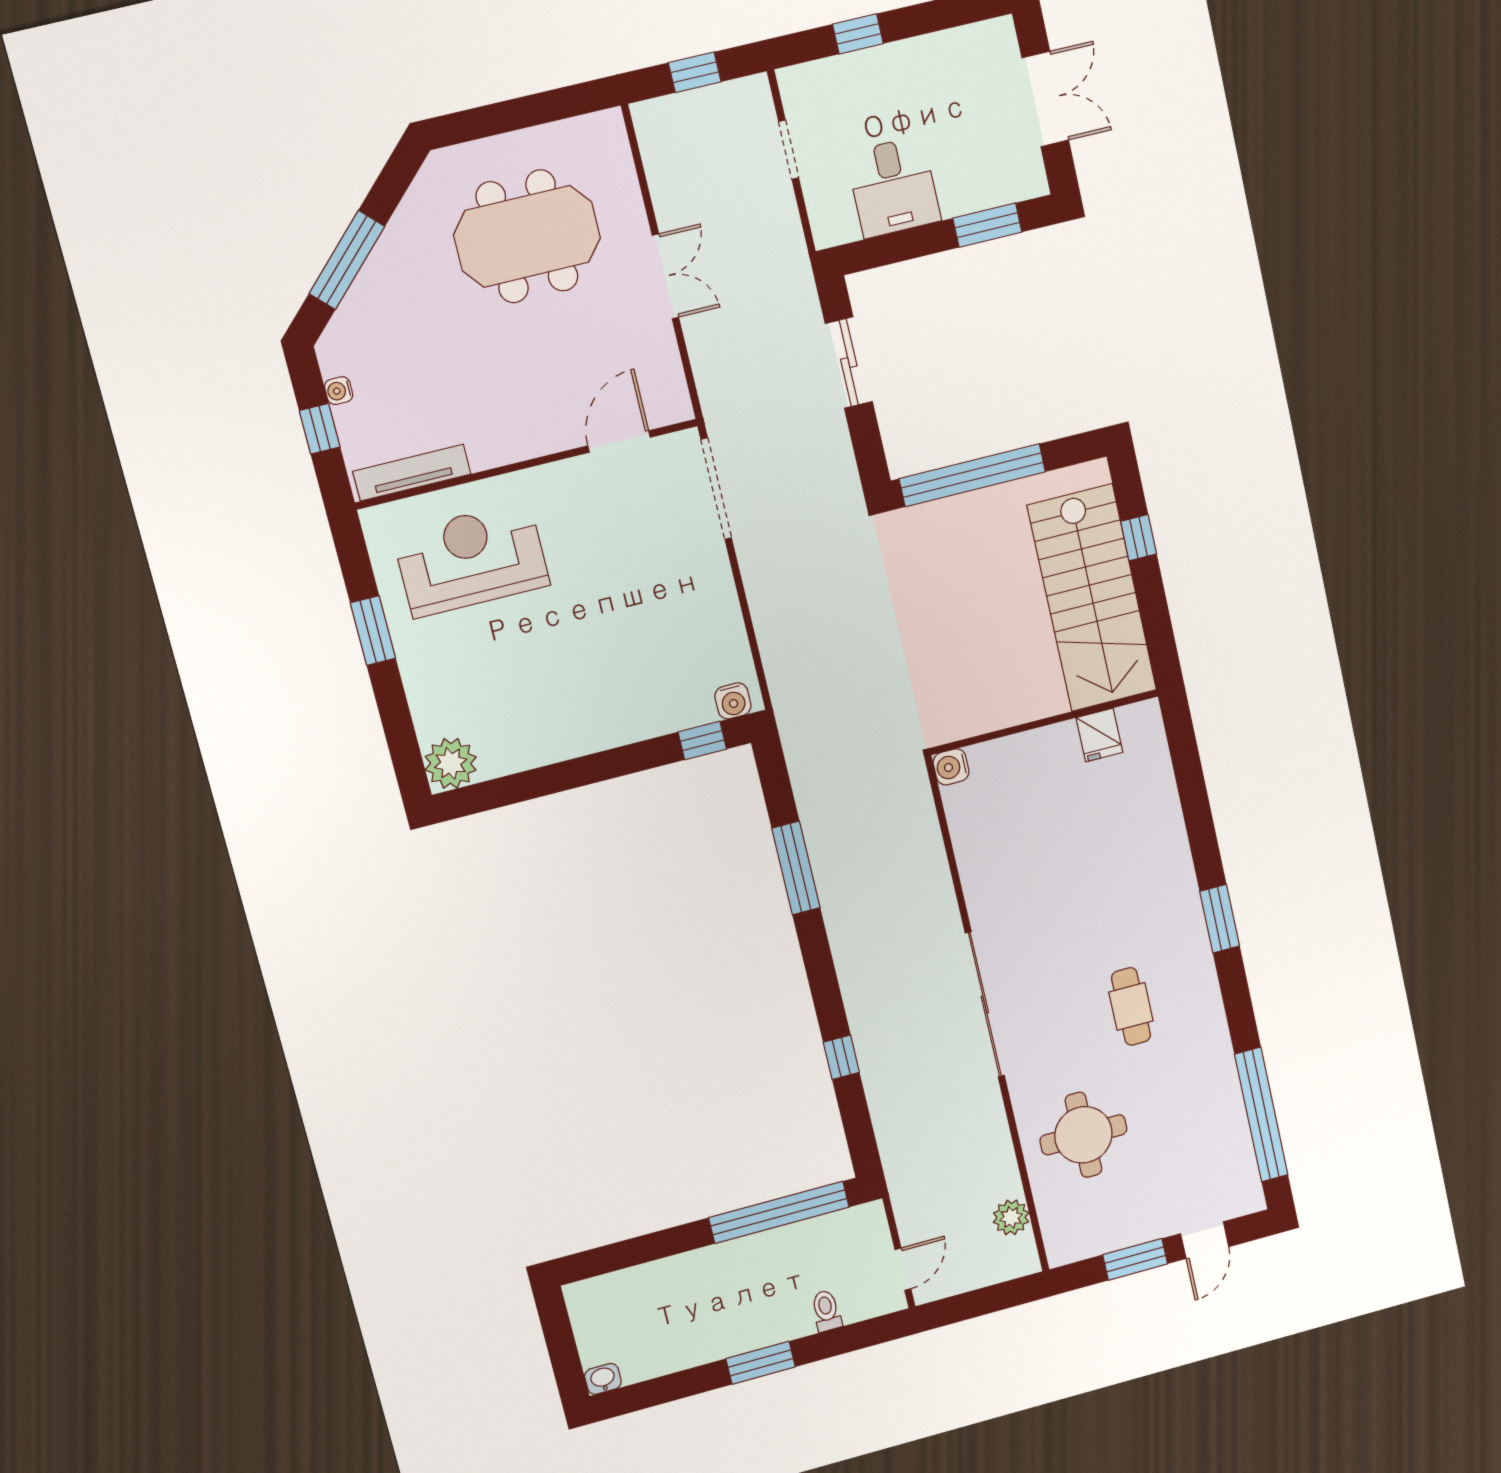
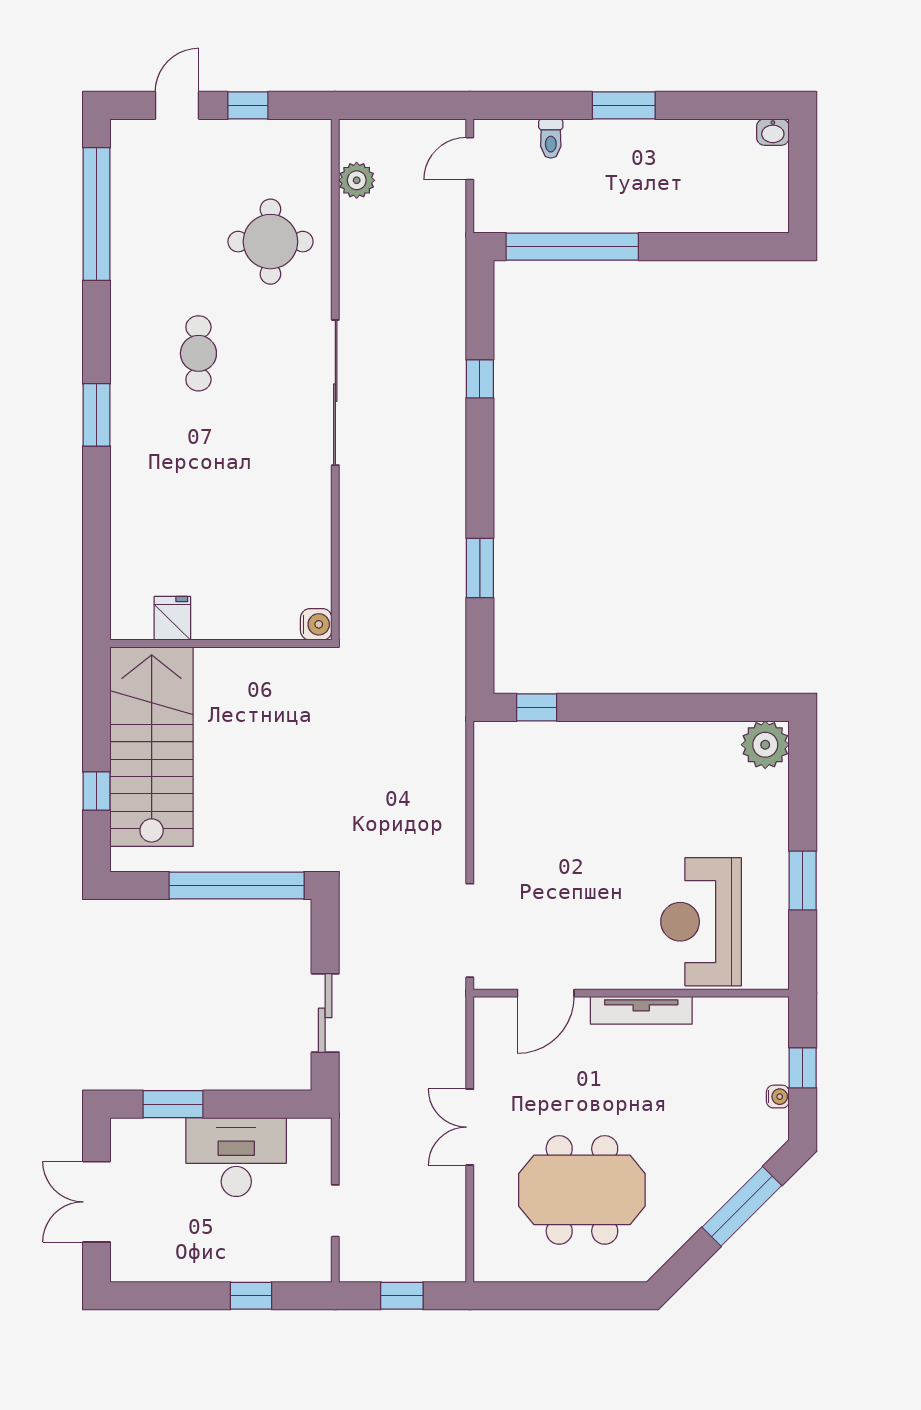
desk: (893, 187) -> (236, 1157), width x1.37
tv unit: (412, 473) -> (641, 1010), moved
reception desk: (471, 559) -> (701, 922), turned 90
water cooler: (733, 701) -> (500, 736), removed
window: (796, 868) -> (480, 568), width x0.69
window: (1135, 1259) -> (248, 105), width x0.67

